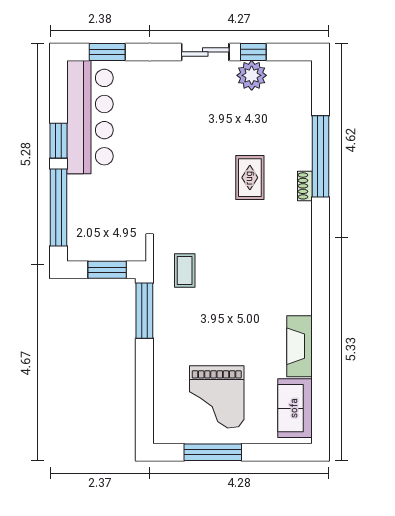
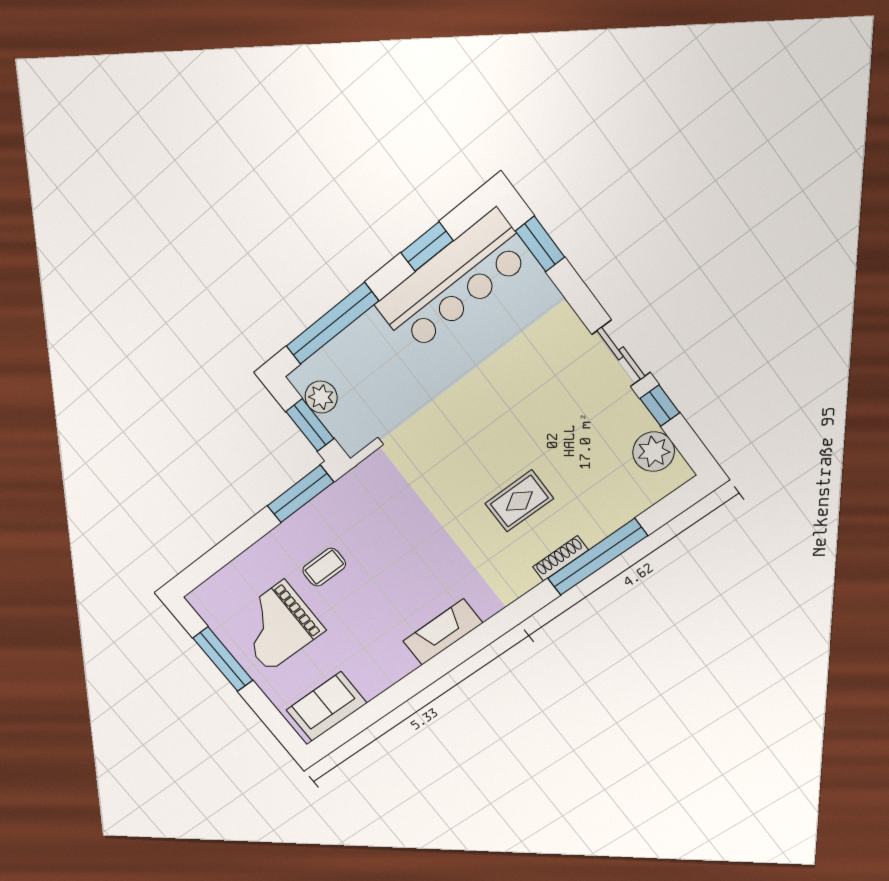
plant: (252, 75) -> (654, 452), moved
window: (58, 141) -> (427, 247), moved
shoe rack: (305, 186) -> (560, 558), width x1.43
plant: (96, 249) -> (321, 397), added
coffee table: (185, 270) -> (324, 567), moved
fireplace: (299, 346) -> (443, 632), moved

